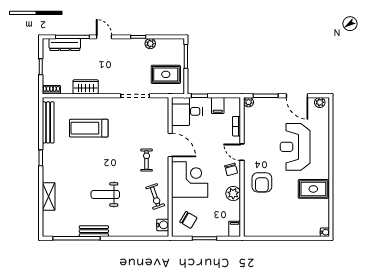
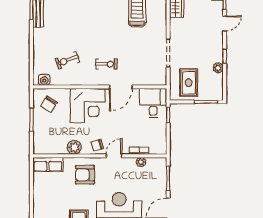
plant: (248, 102) -> (141, 162), moved
filing cabinet: (218, 106) -> (159, 132), removed
weight bench: (105, 194) -> (73, 25), removed
exercise bike: (155, 196) -> (67, 60), moved
row of seats: (251, 221) -> (48, 164), added
filing cabinet: (235, 229) -> (40, 149), removed

